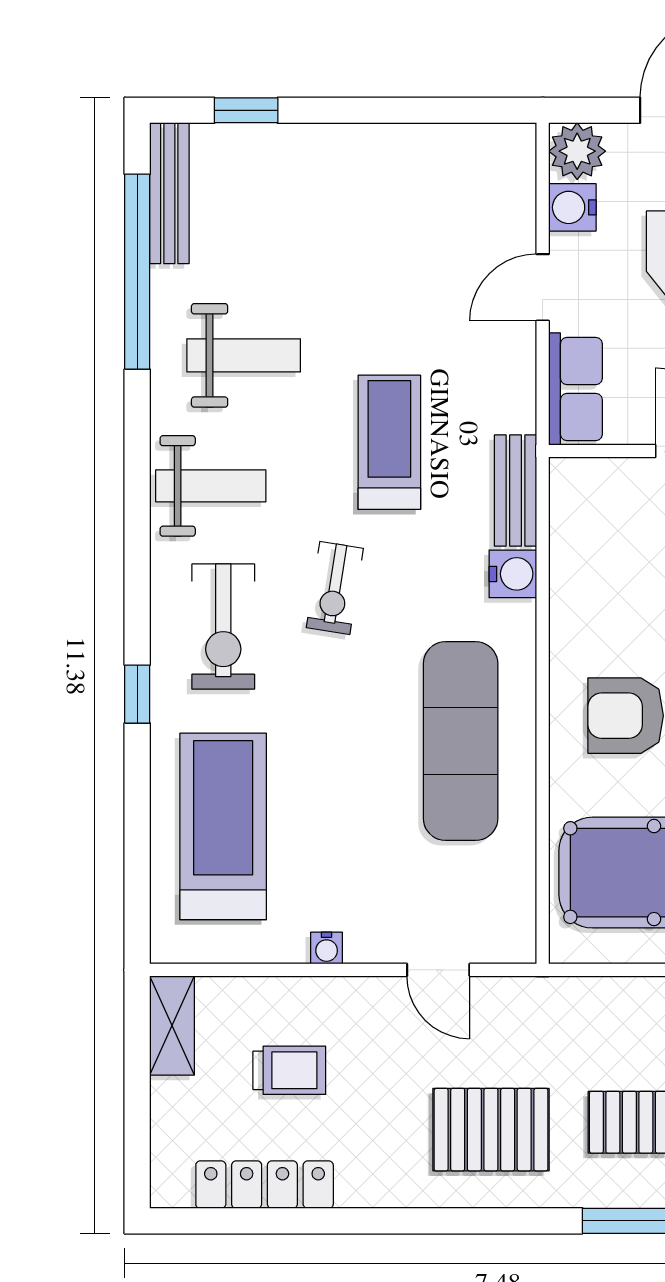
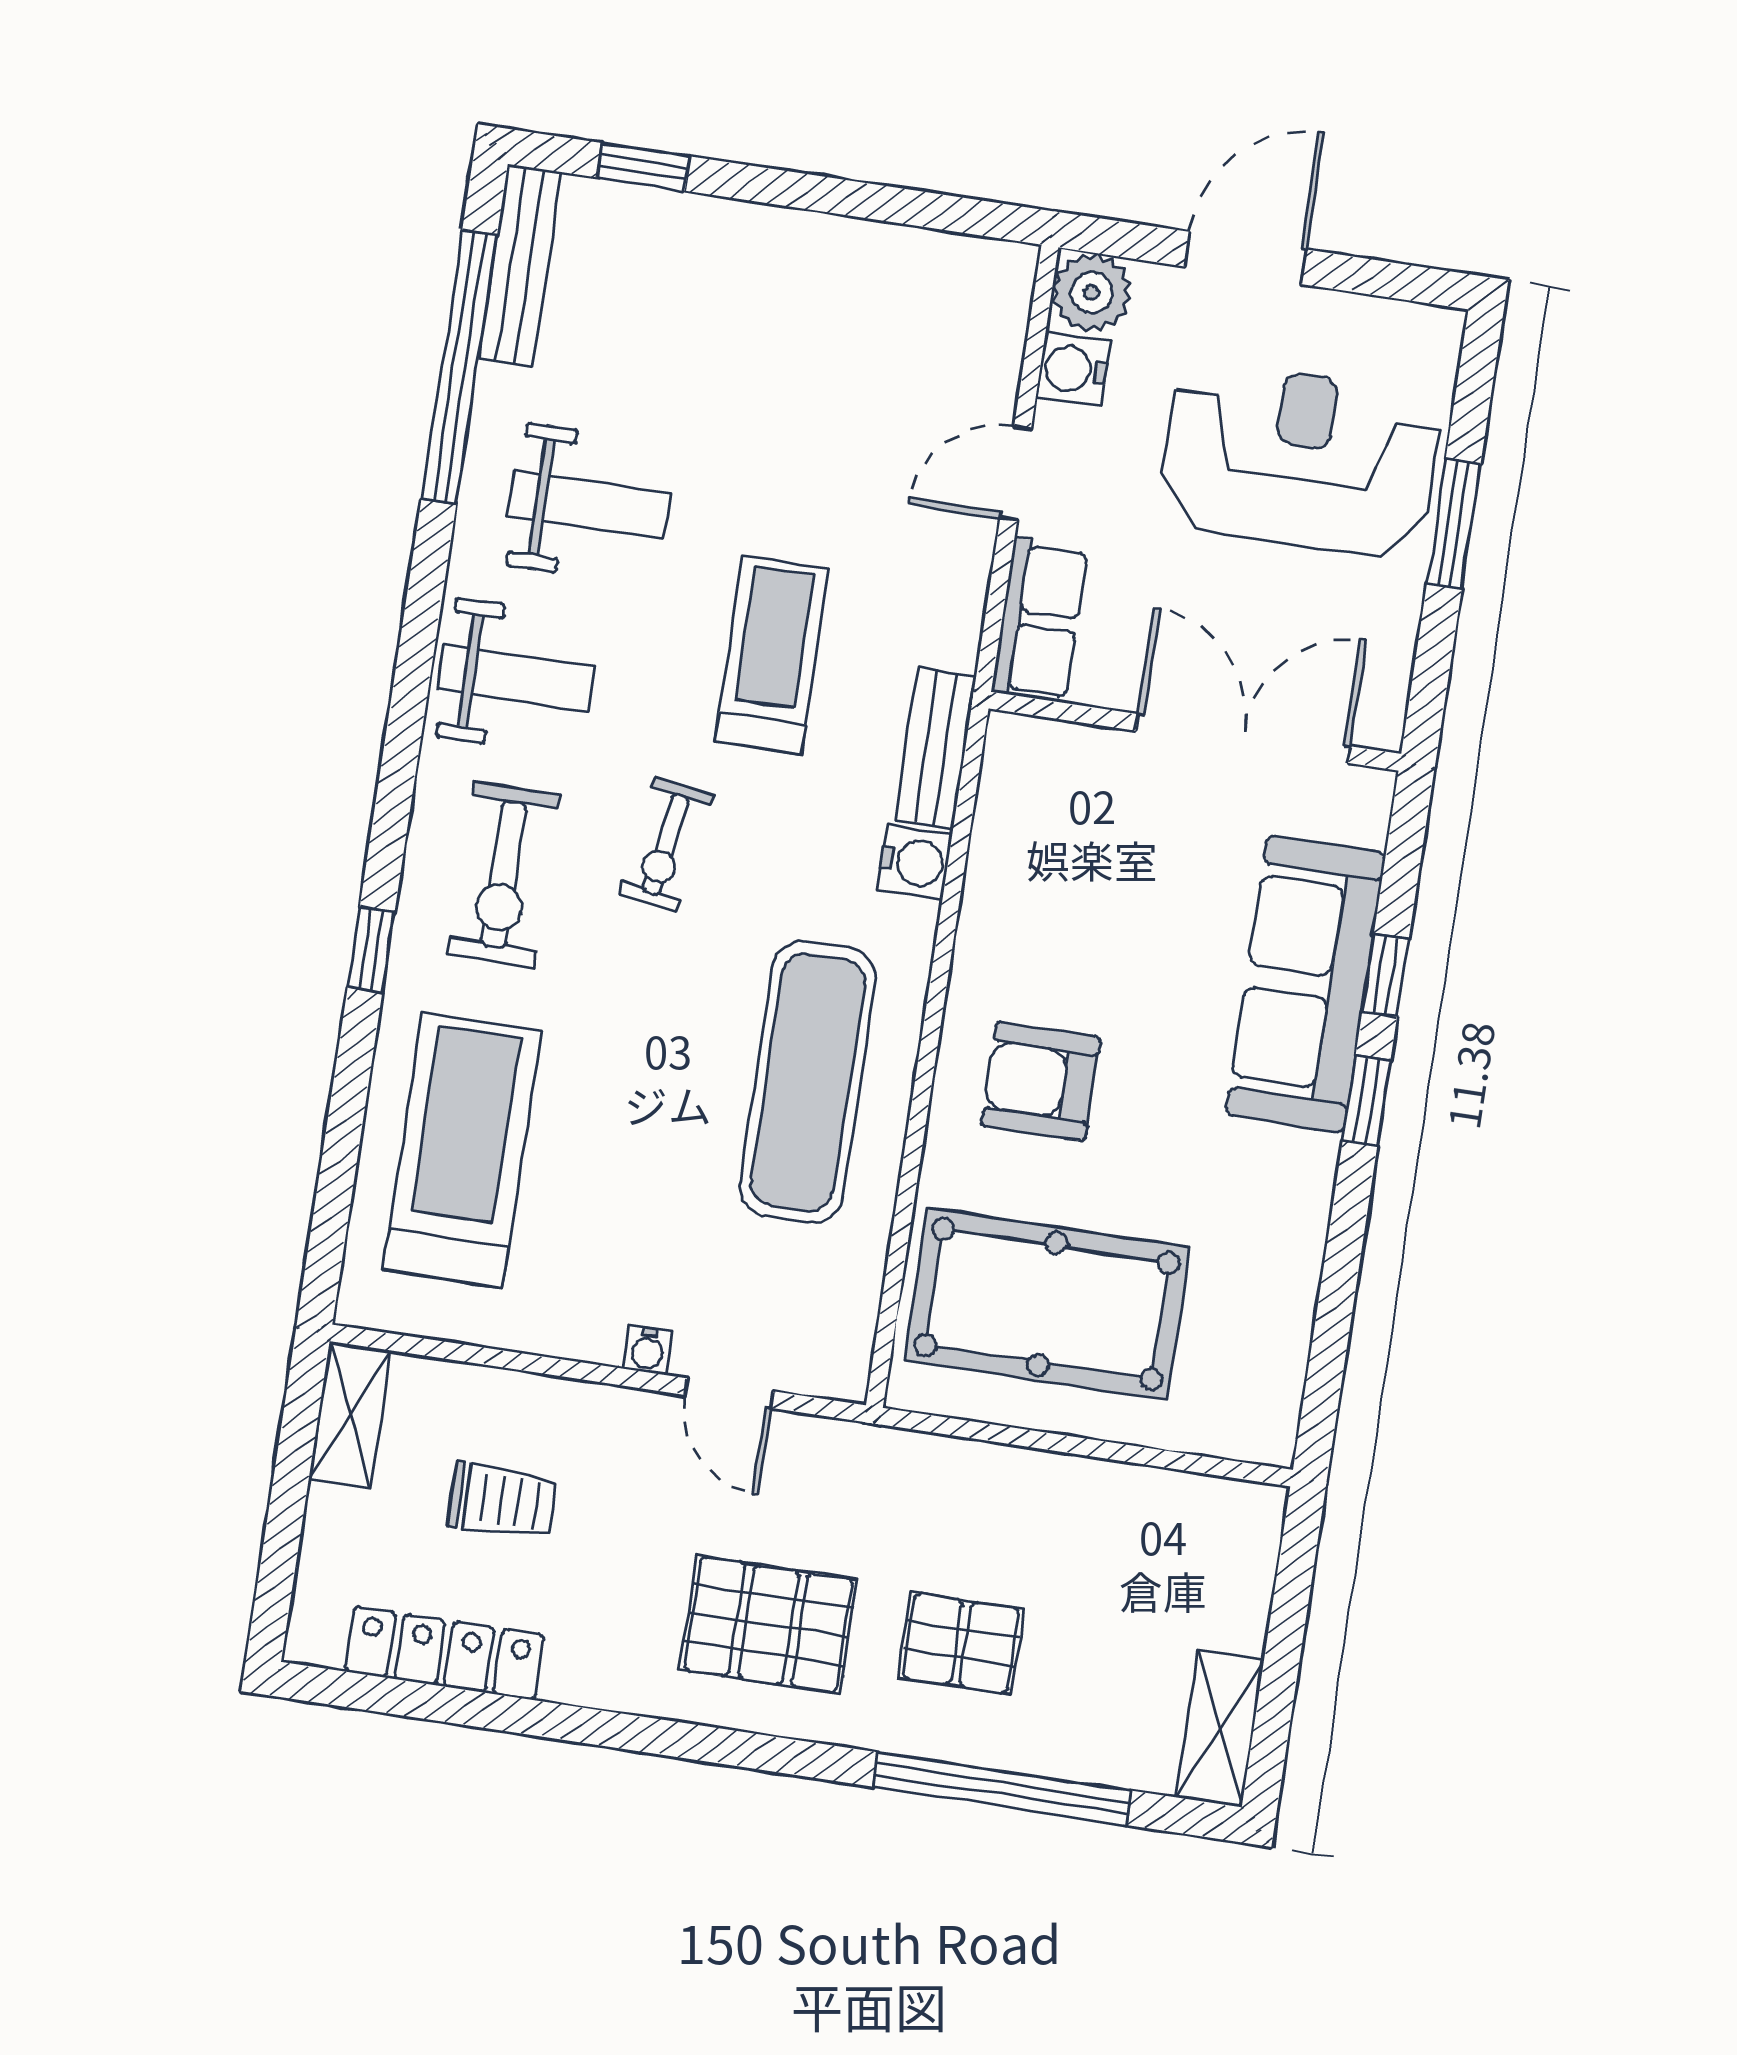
water cooler: (327, 948) -> (648, 1350), moved

